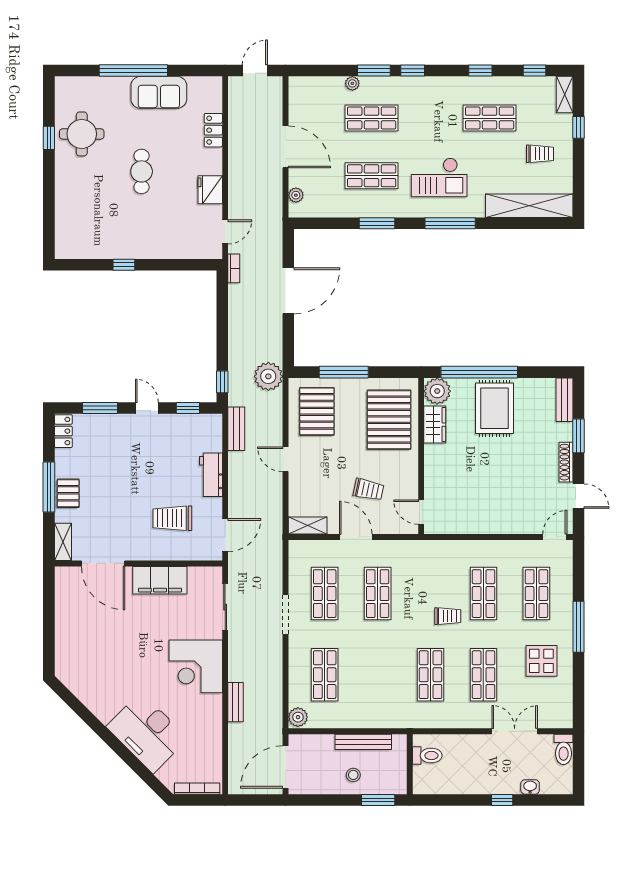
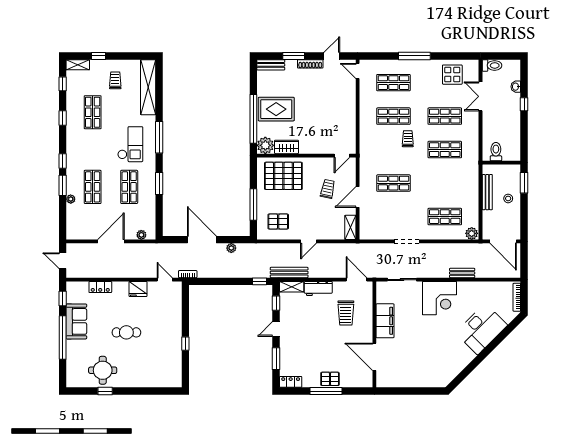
window: (195, 71) -> (63, 298), added
plant: (268, 376) -> (231, 248), moved, width x0.53, depth x0.53
pallet: (317, 411) -> (278, 222), width x0.67, depth x0.71
bench: (236, 429) -> (289, 272), width x1.36
shelving: (63, 542) -> (292, 287), moved
door: (103, 563) -> (374, 357), swing flipped
shop shelf: (325, 594) -> (393, 217), removed
display table: (541, 661) -> (452, 75), moved

